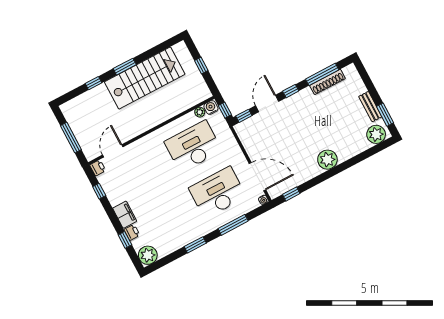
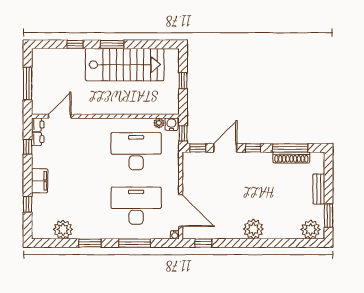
bench: (370, 107) -> (319, 189), moved
printer: (132, 232) -> (38, 139), moved
plant: (148, 255) -> (63, 229), moved

